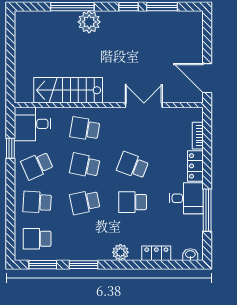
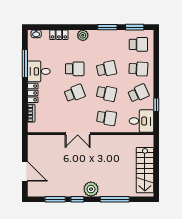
plant: (89, 22) -> (91, 189), moved
door: (207, 78) -> (25, 171), moved
stairs: (68, 90) -> (145, 170), moved, turned 90
double door: (144, 105) -> (78, 134), moved
school desk: (133, 165) -> (75, 93), turned -42

